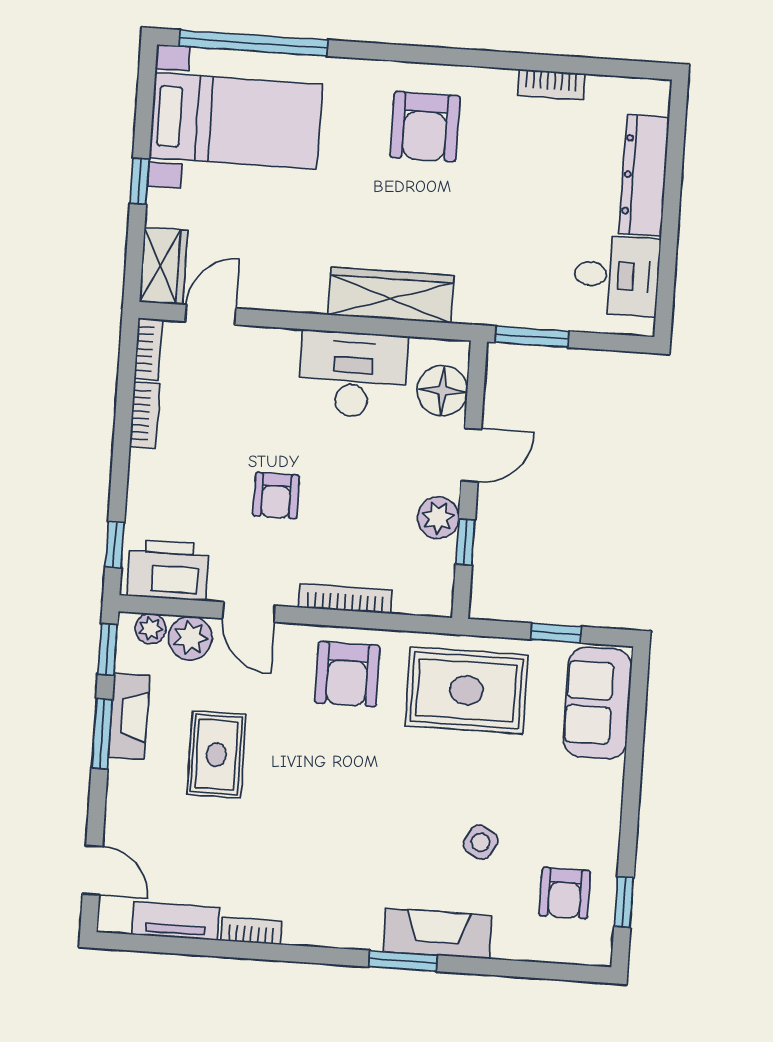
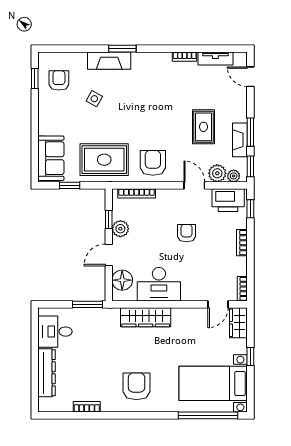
bookcase: (145, 415) -> (242, 243), moved
bookcase: (345, 599) -> (137, 193), moved

